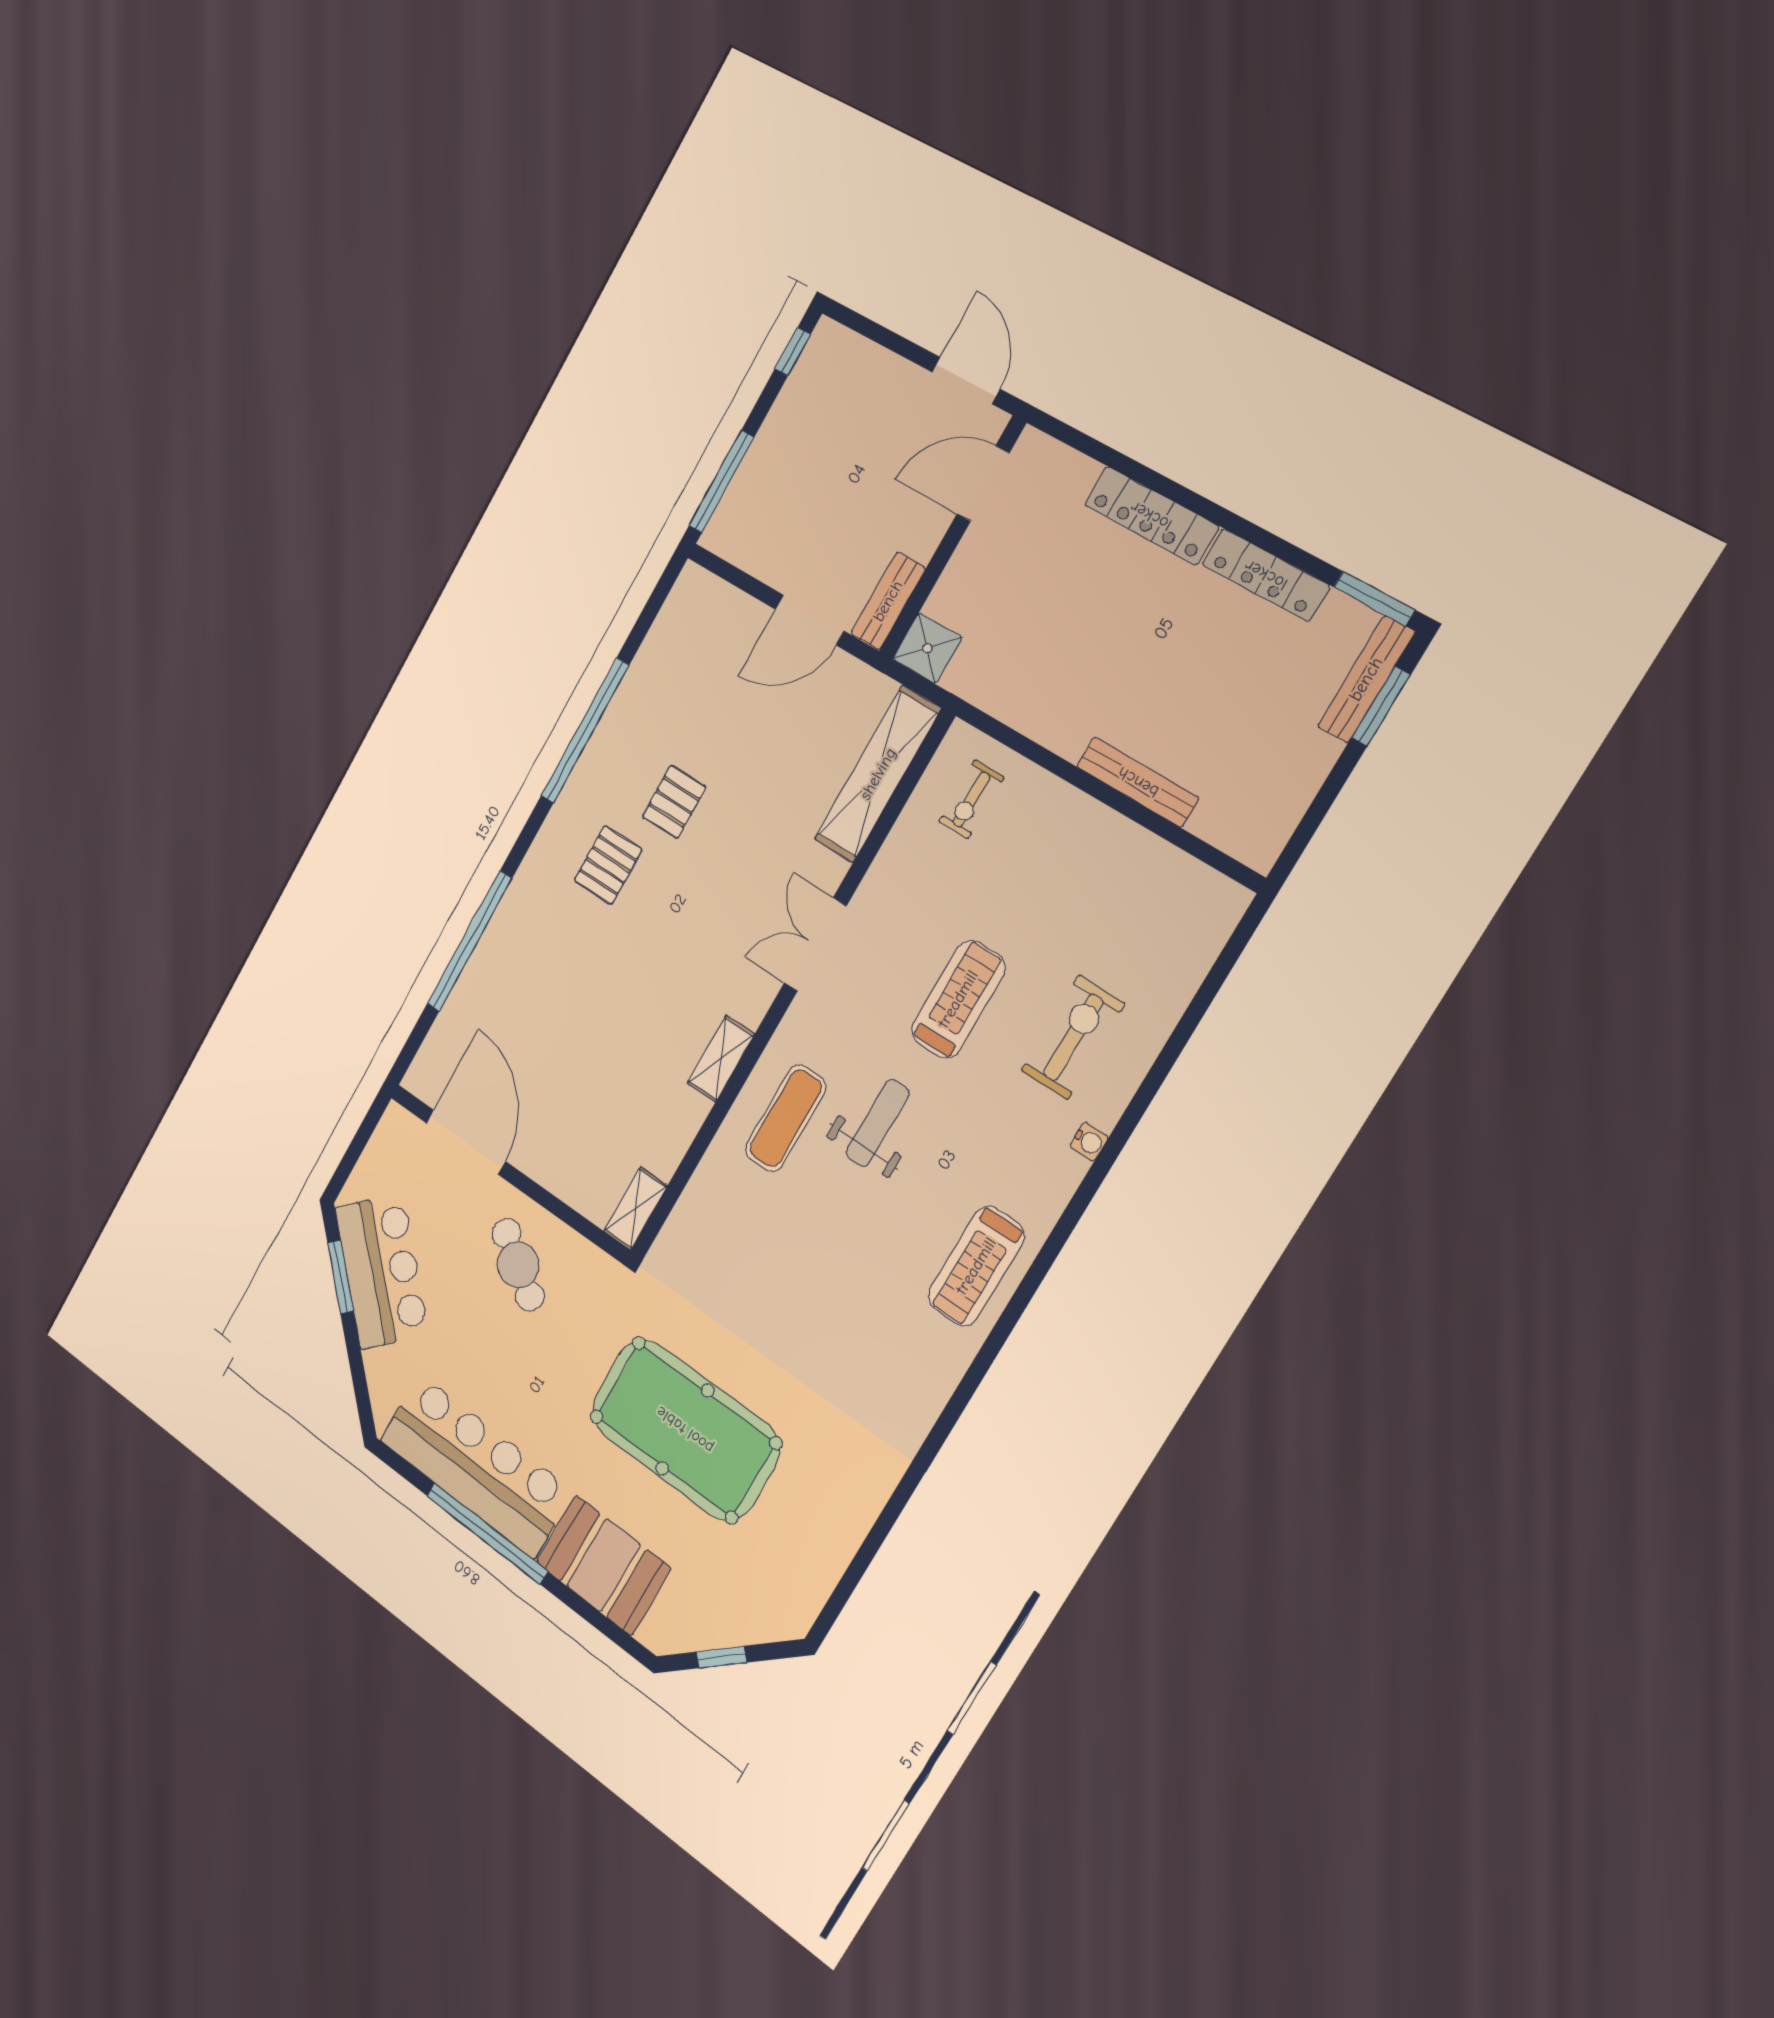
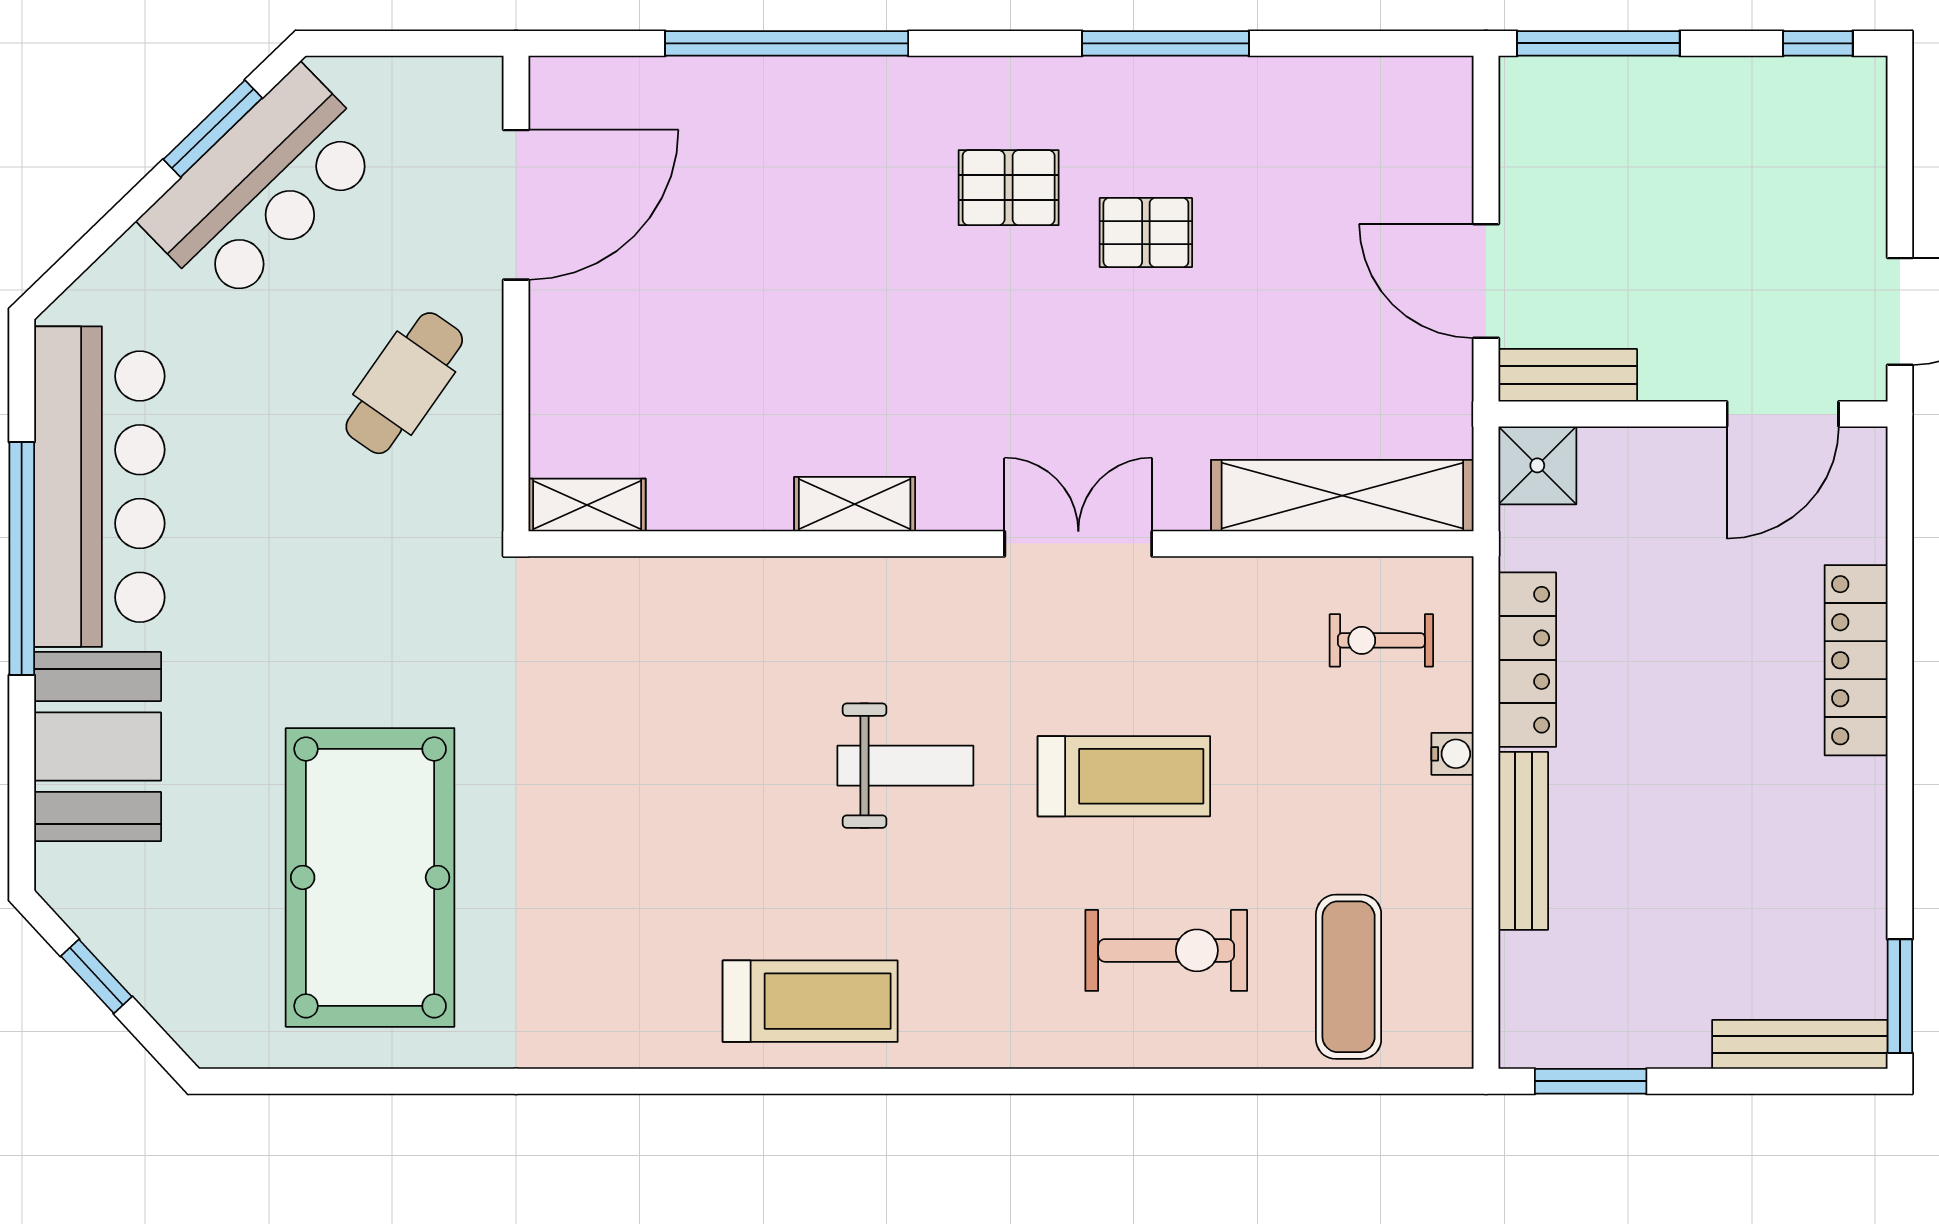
door: (983, 483) -> (1783, 414), swing flipped
locker: (1266, 575) -> (1527, 660), moved, turned 180
window: (1381, 706) -> (1591, 1081), moved
window: (585, 731) -> (1165, 43), width x0.68
exercise mat: (786, 1118) -> (1349, 977), moved, turned 90
water cooler: (1089, 1142) -> (1453, 754), moved, turned -90
treadmill: (976, 1266) -> (810, 1001), turned 180
pool table: (685, 1430) -> (370, 877), moved

